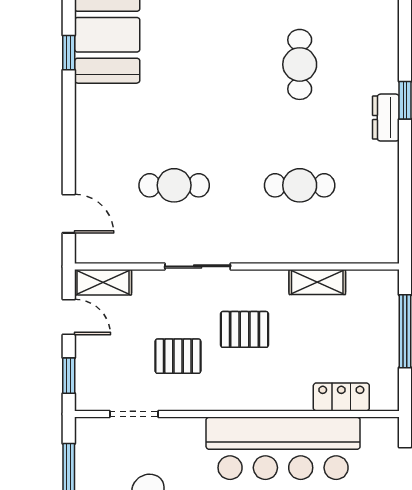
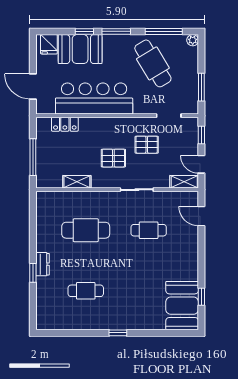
cafe table: (300, 64) -> (86, 291), turned 90
cafe table: (300, 185) -> (86, 230), width x1.37, depth x1.35

